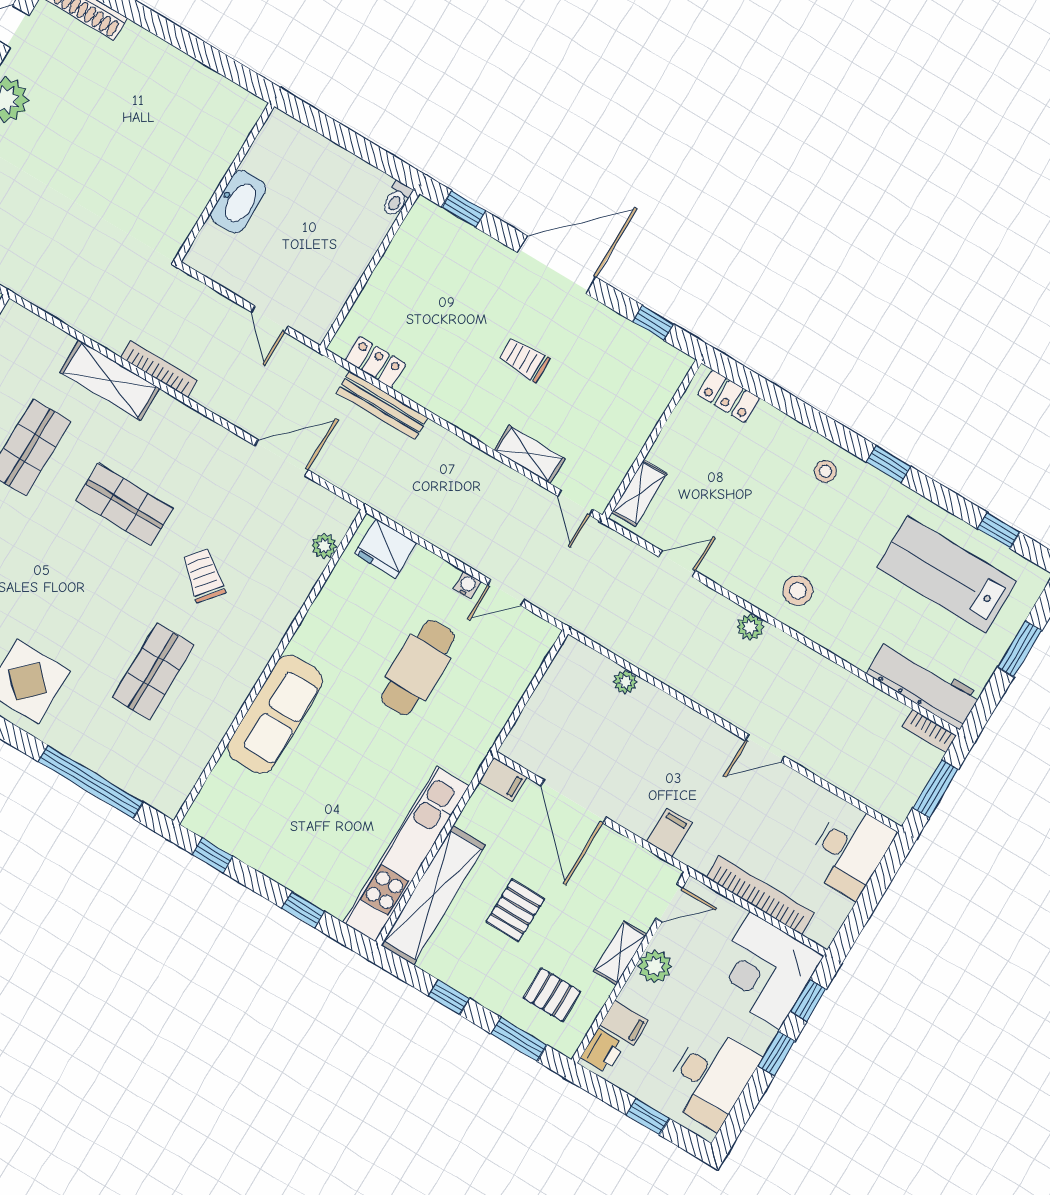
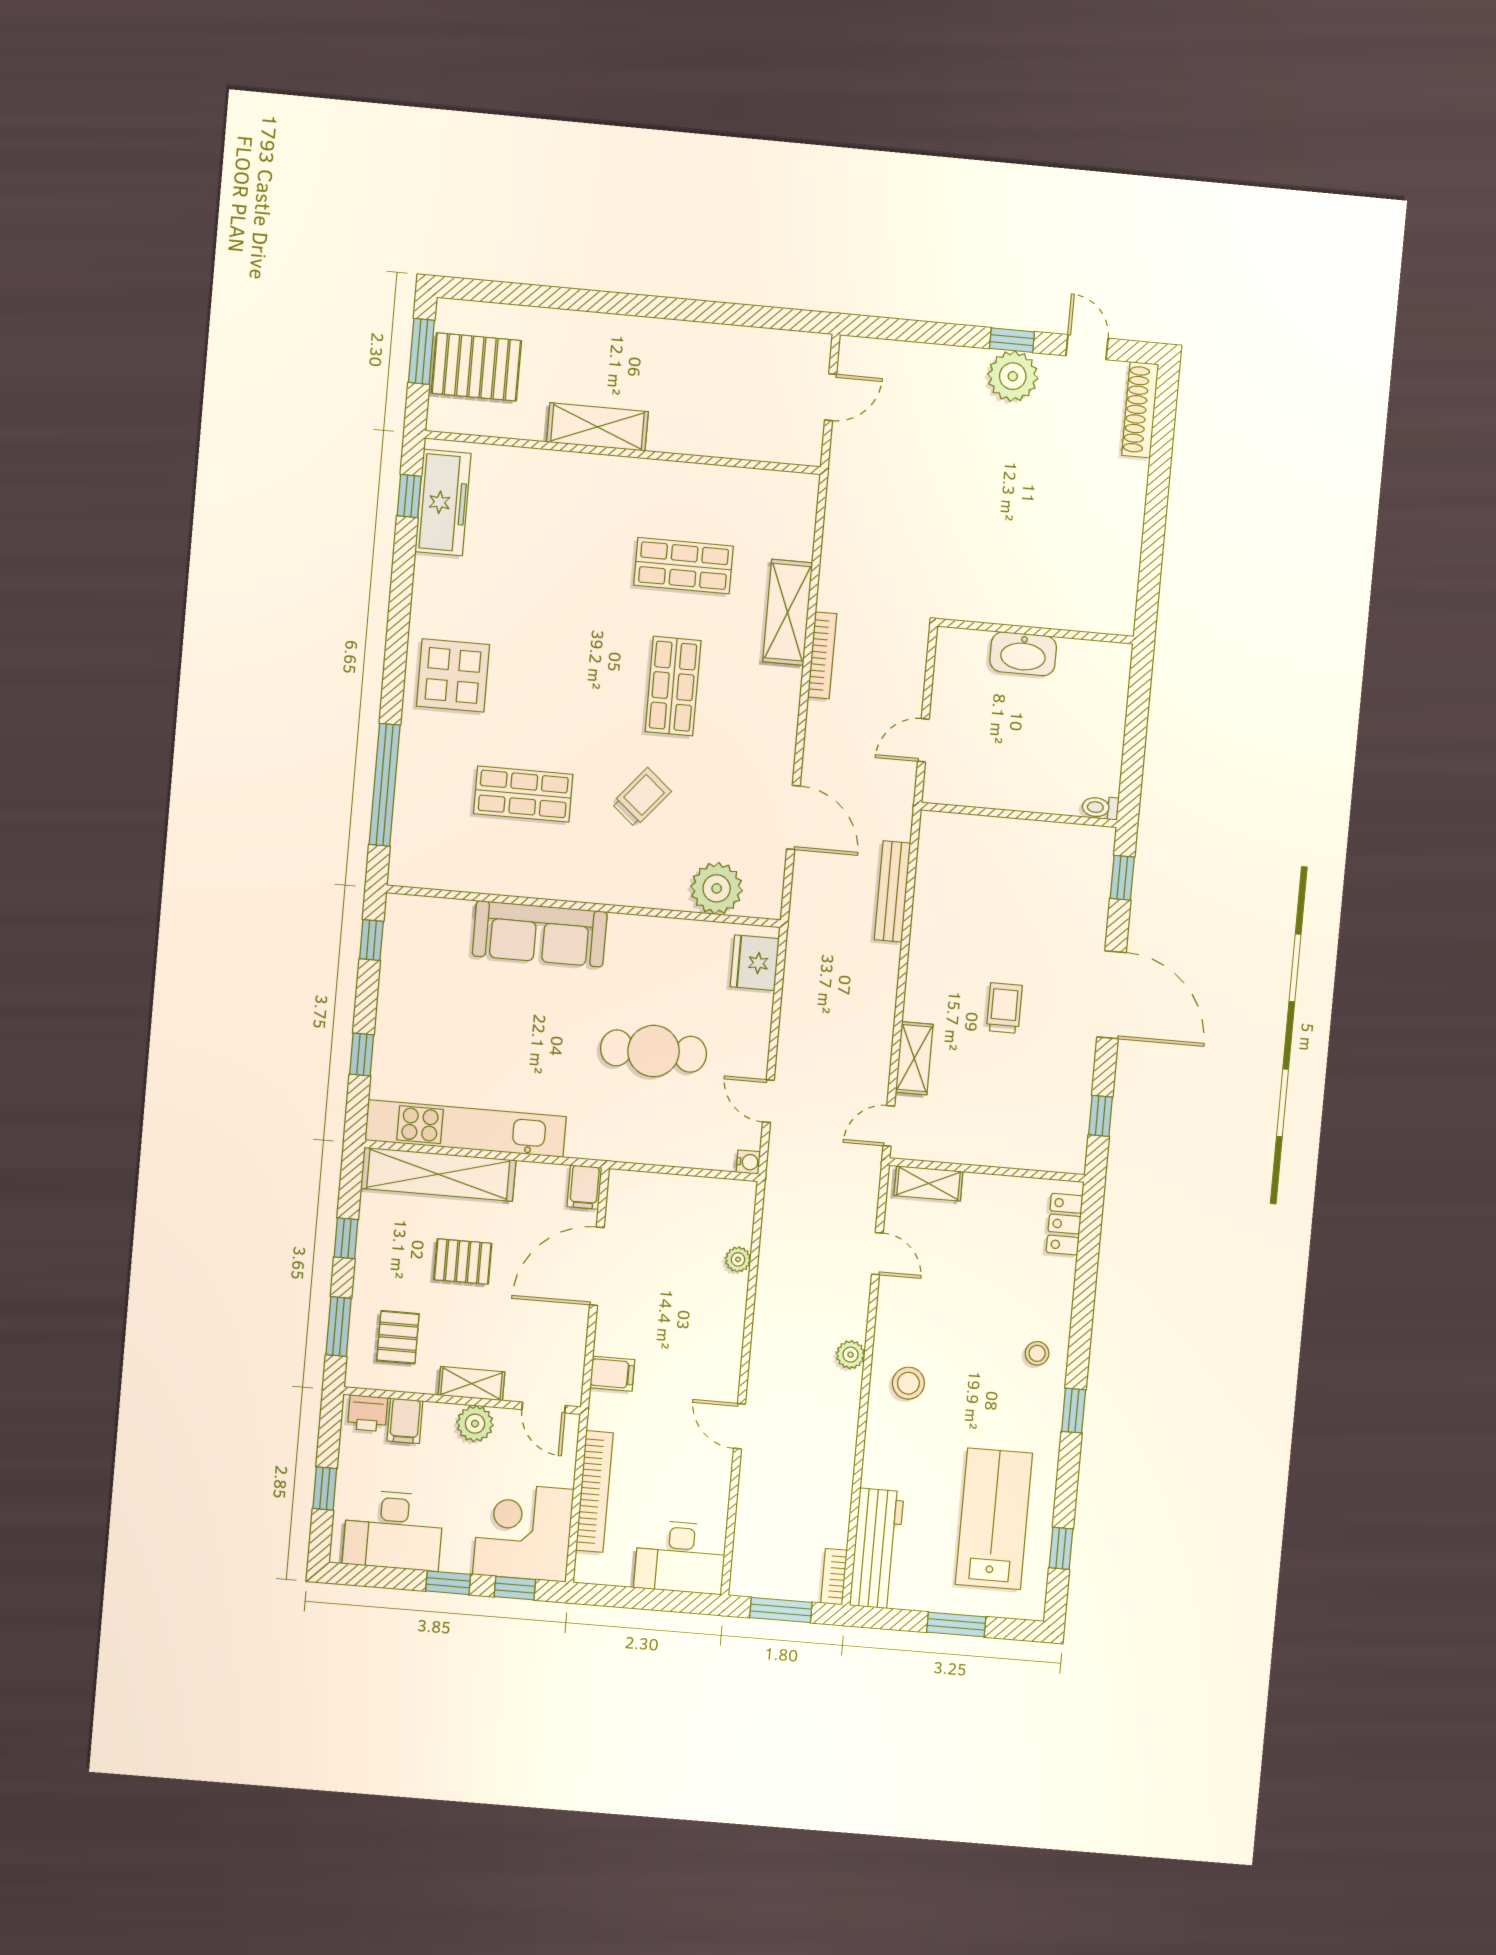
locker: (375, 362) -> (931, 864), removed
plant: (324, 546) -> (717, 888), width x1.87, depth x1.87
water cooler: (467, 585) -> (748, 1162), moved

